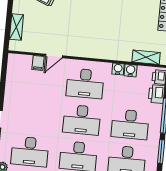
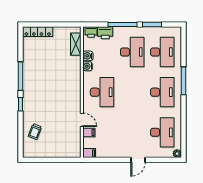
shelving: (16, 27) -> (61, 153), removed
filing cabinet: (13, 61) -> (89, 153), added
desk: (82, 120) -> (132, 92), removed

